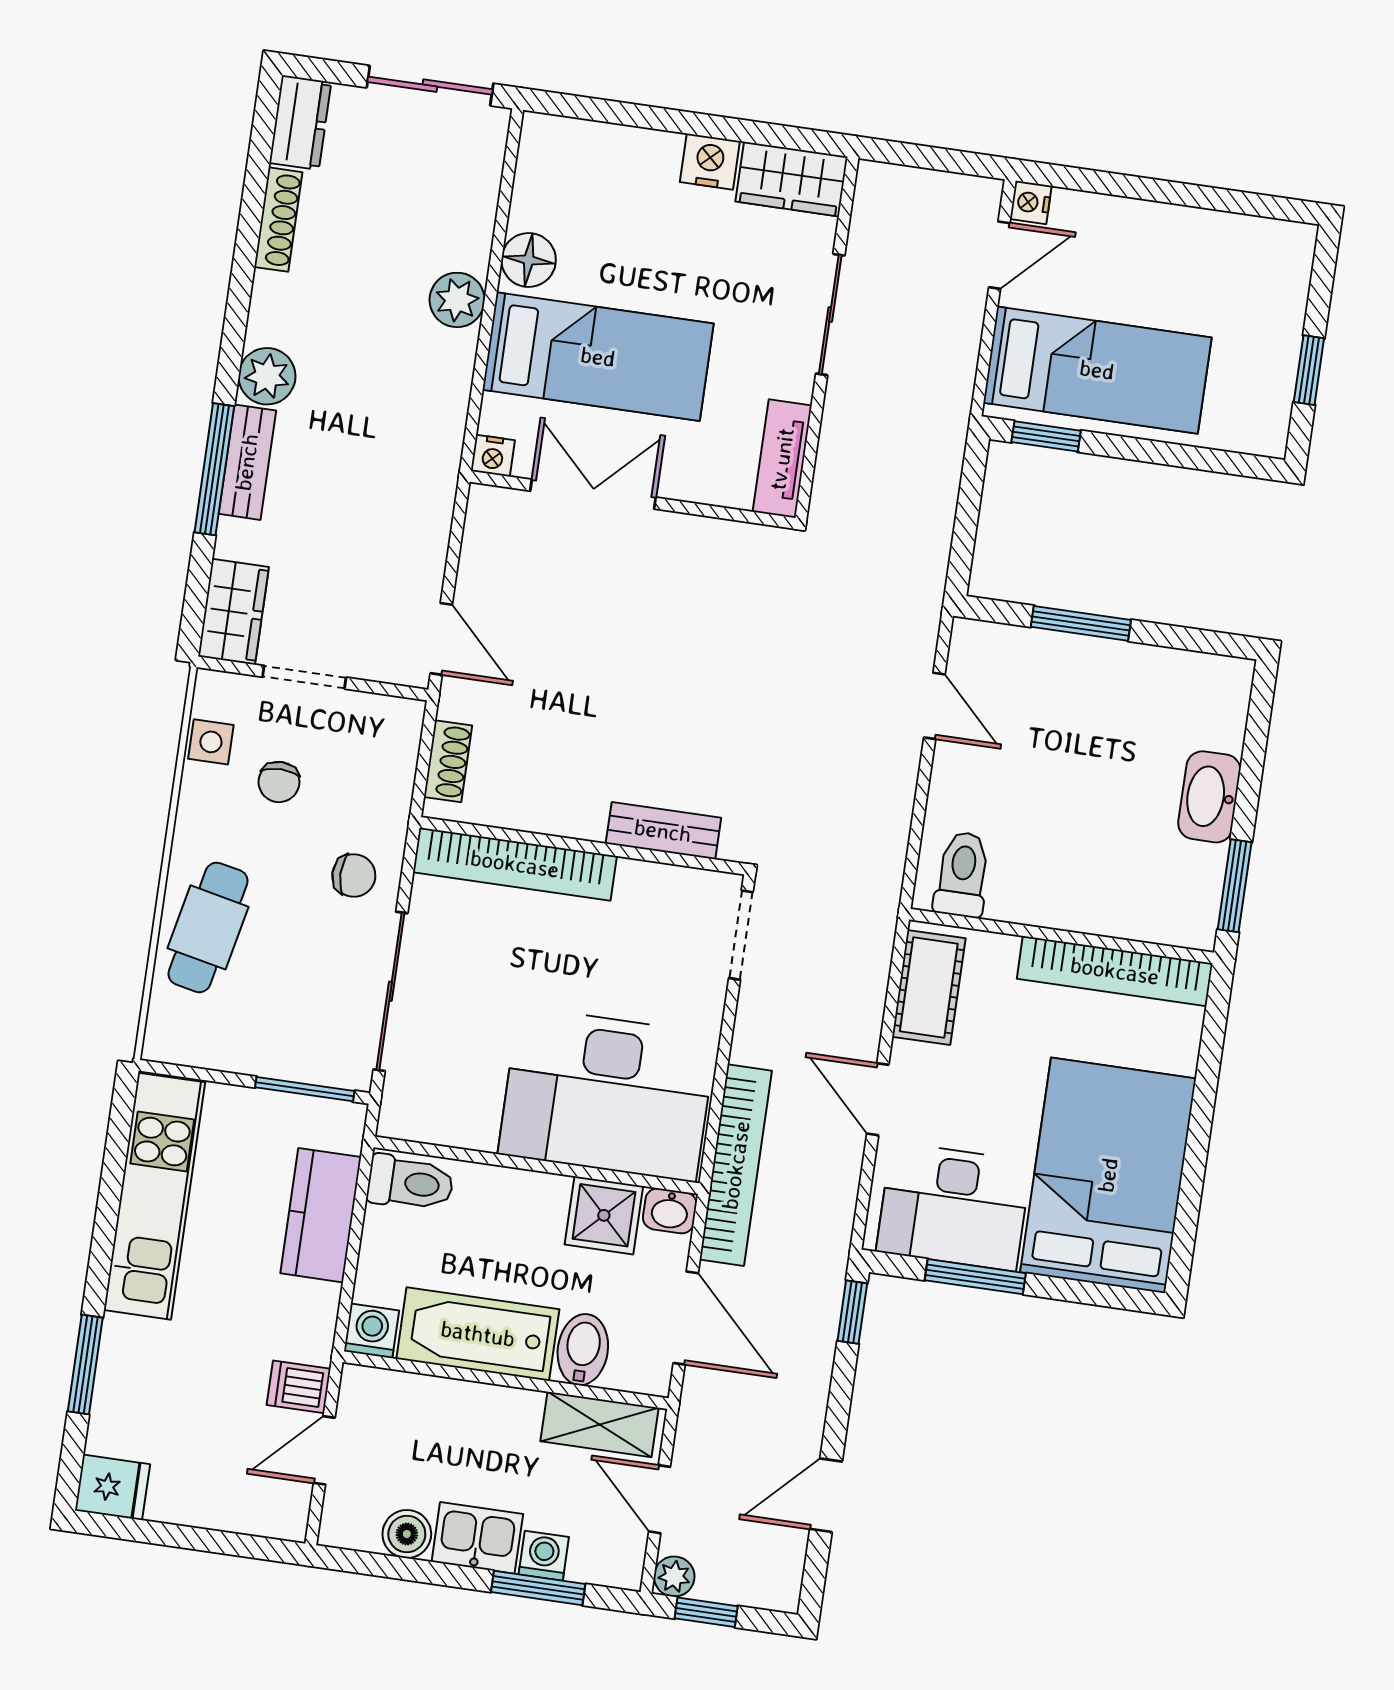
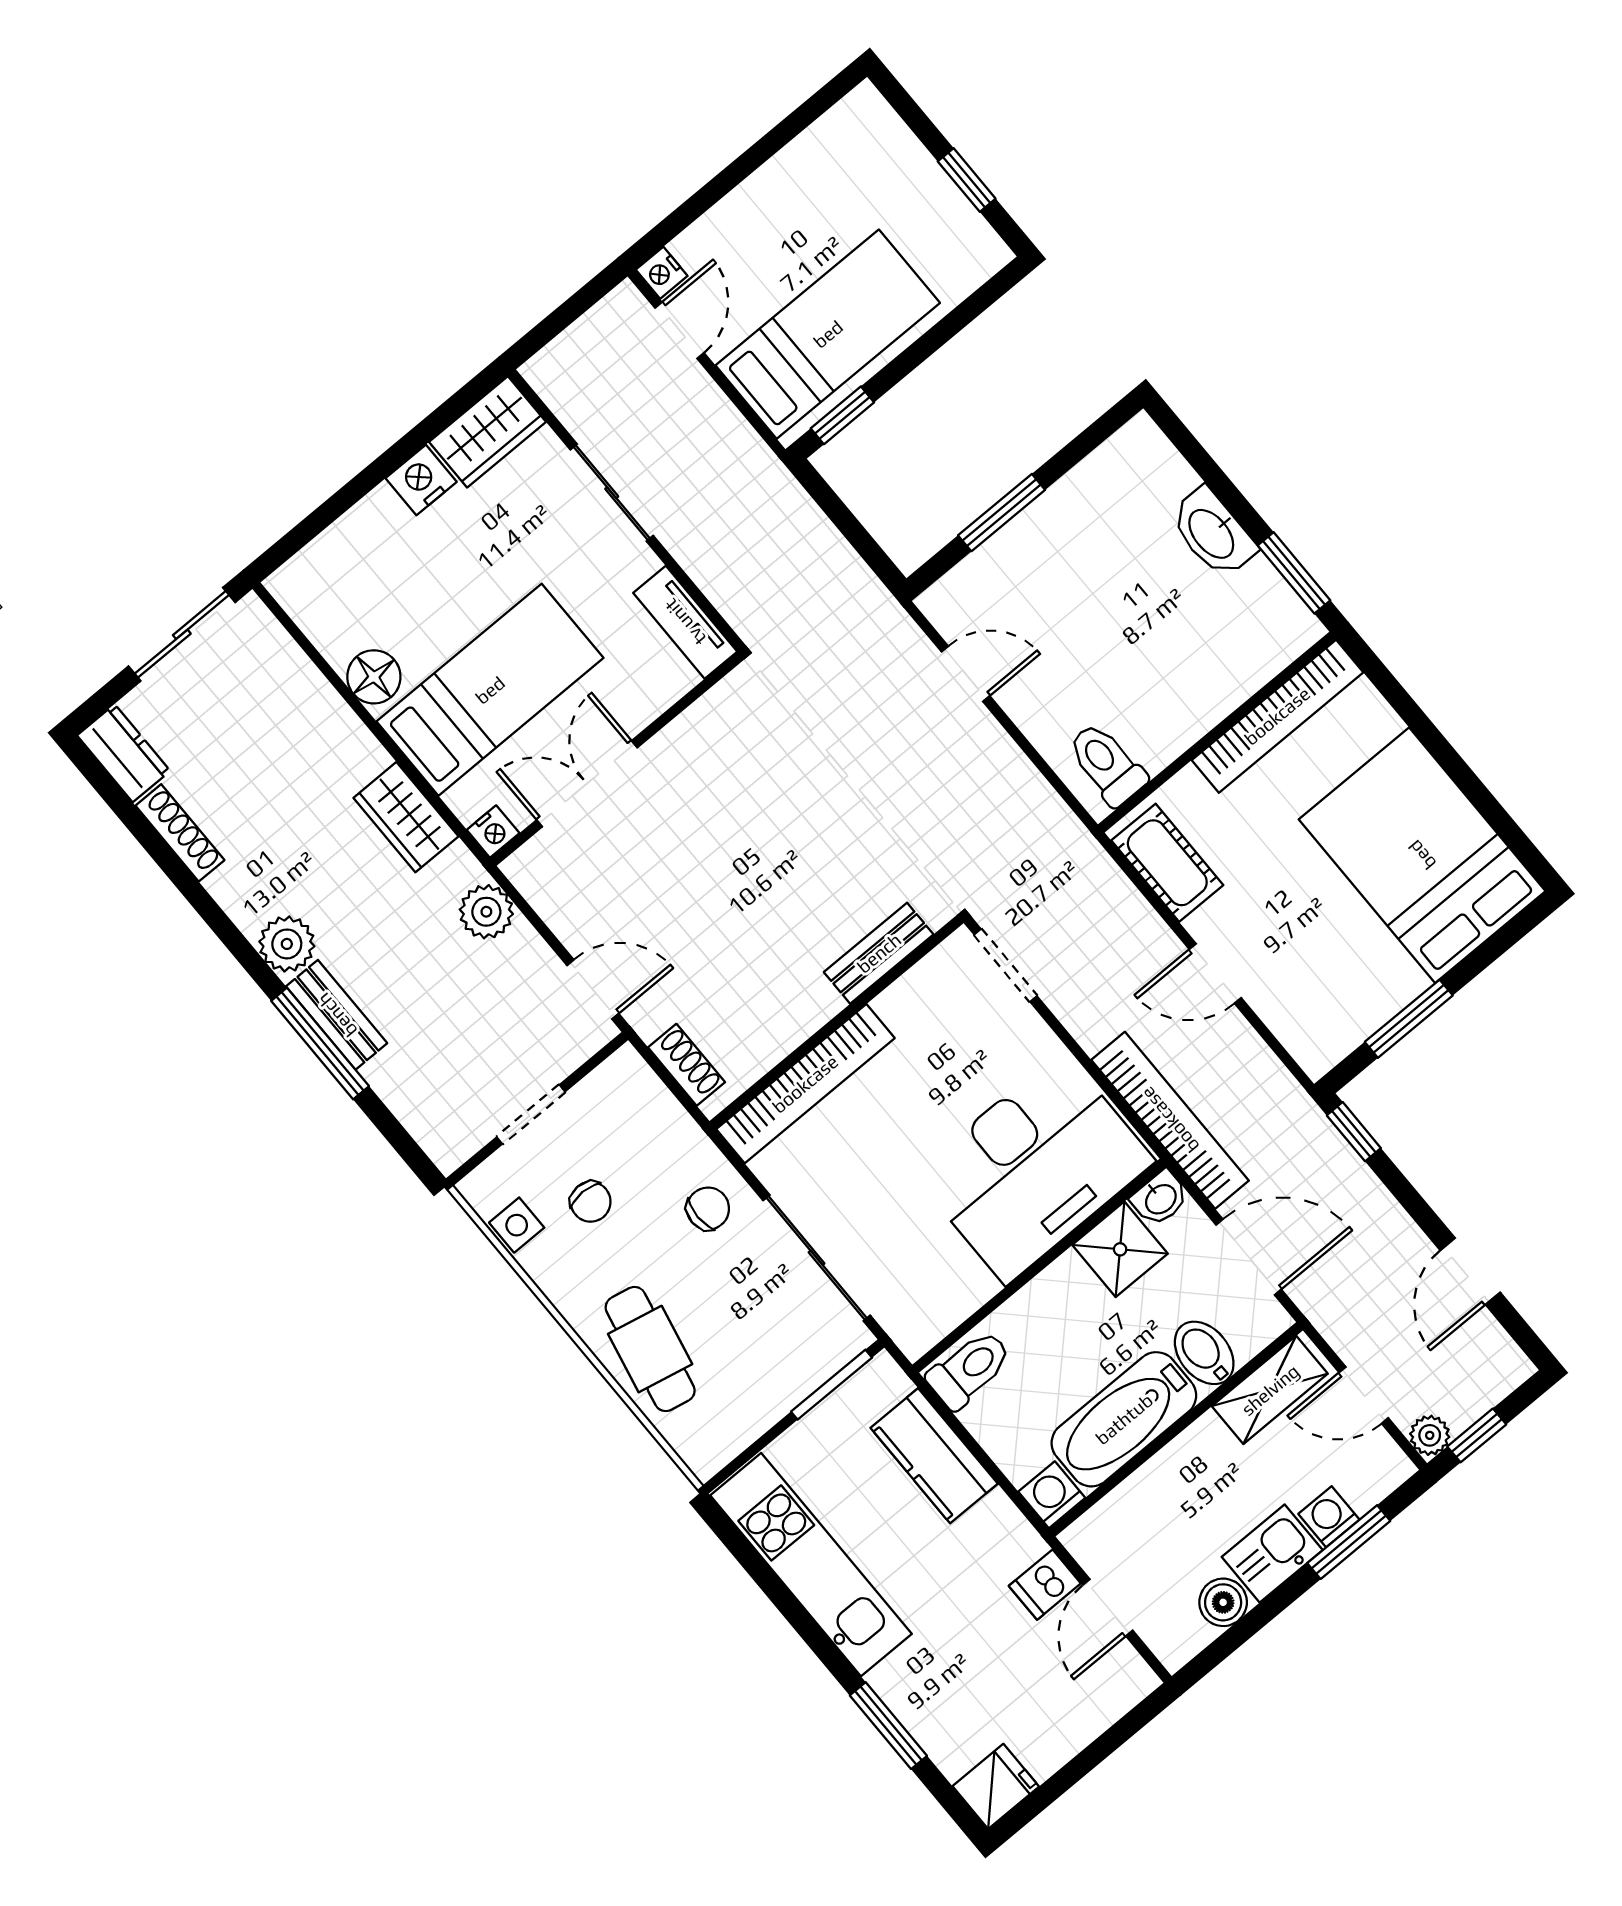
plant: (457, 300) -> (486, 912), moved
wardrobe: (233, 612) -> (406, 817), moved, turned 180
desk: (954, 1207) -> (1343, 988), removed

